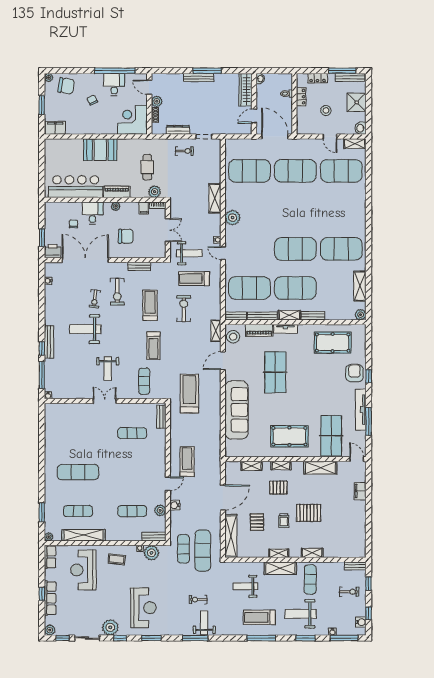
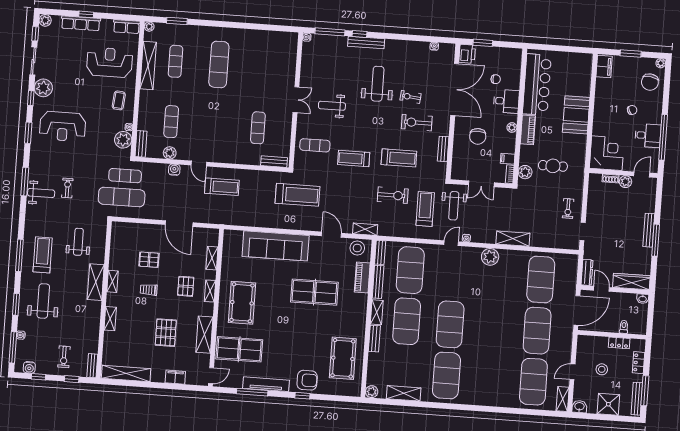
dresser: (178, 130) -> (587, 272), moved
tv unit: (286, 329) -> (362, 307), removed
pallet: (309, 513) -> (166, 333), moved
shelving: (231, 536) -> (126, 373), moved
exercise mat: (310, 579) -> (81, 314), removed

